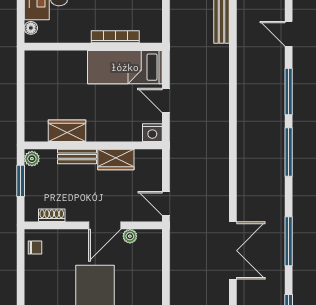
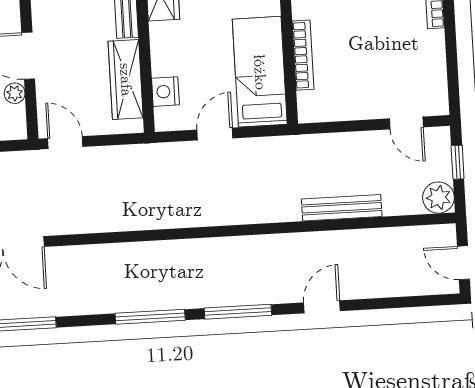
nightstand: (152, 133) -> (165, 92), moved
wardrobe: (116, 159) -> (126, 80), width x1.50
door: (166, 203) -> (65, 143), hinge flipped

